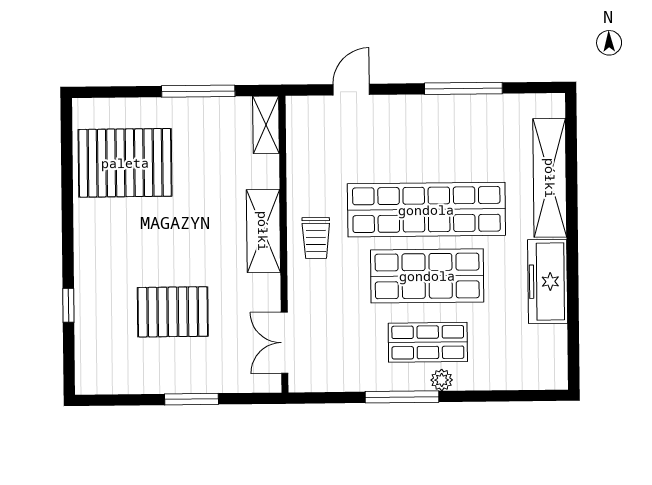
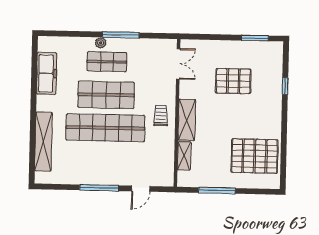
window: (463, 88) -> (99, 188), moved
shelving: (266, 125) -> (184, 156), moved
freezer: (548, 282) -> (47, 73), moved
window: (192, 399) -> (255, 38), moved

